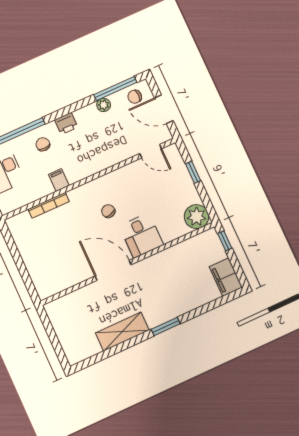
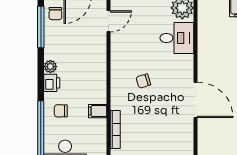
plant: (104, 105) -> (50, 67), moved
desk: (141, 235) -> (177, 38), moved
door: (113, 270) -> (195, 100), swing flipped

